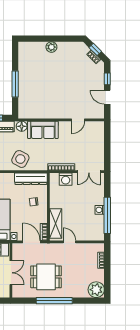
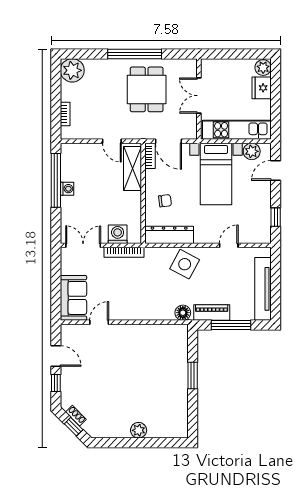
window: (15, 84) -> (193, 375), width x0.69
sofa: (43, 130) -> (73, 298), moved, turned 90
dining table: (46, 277) -> (147, 89), turned 90

